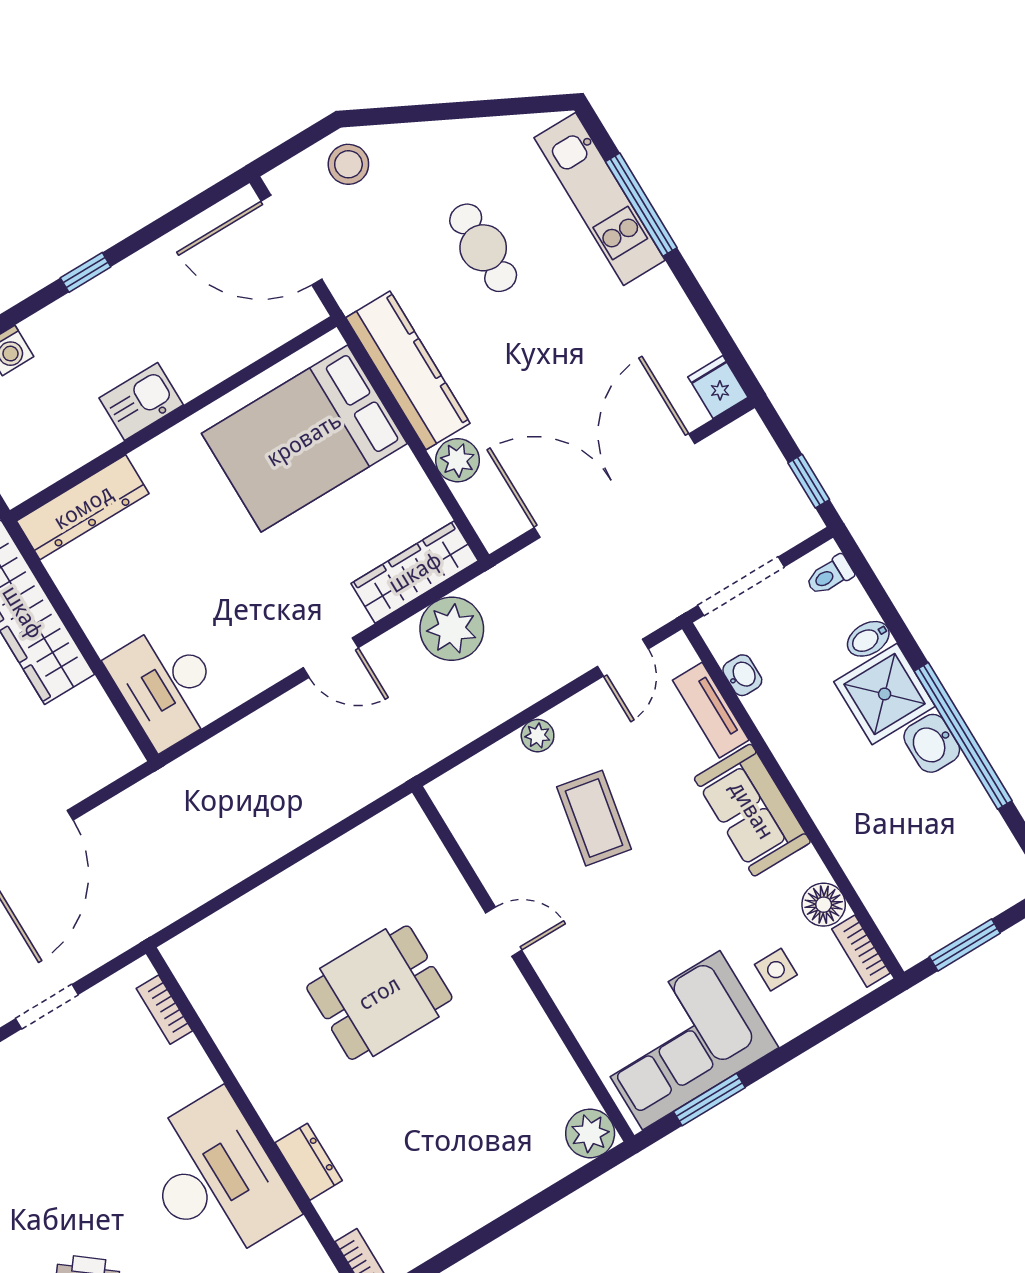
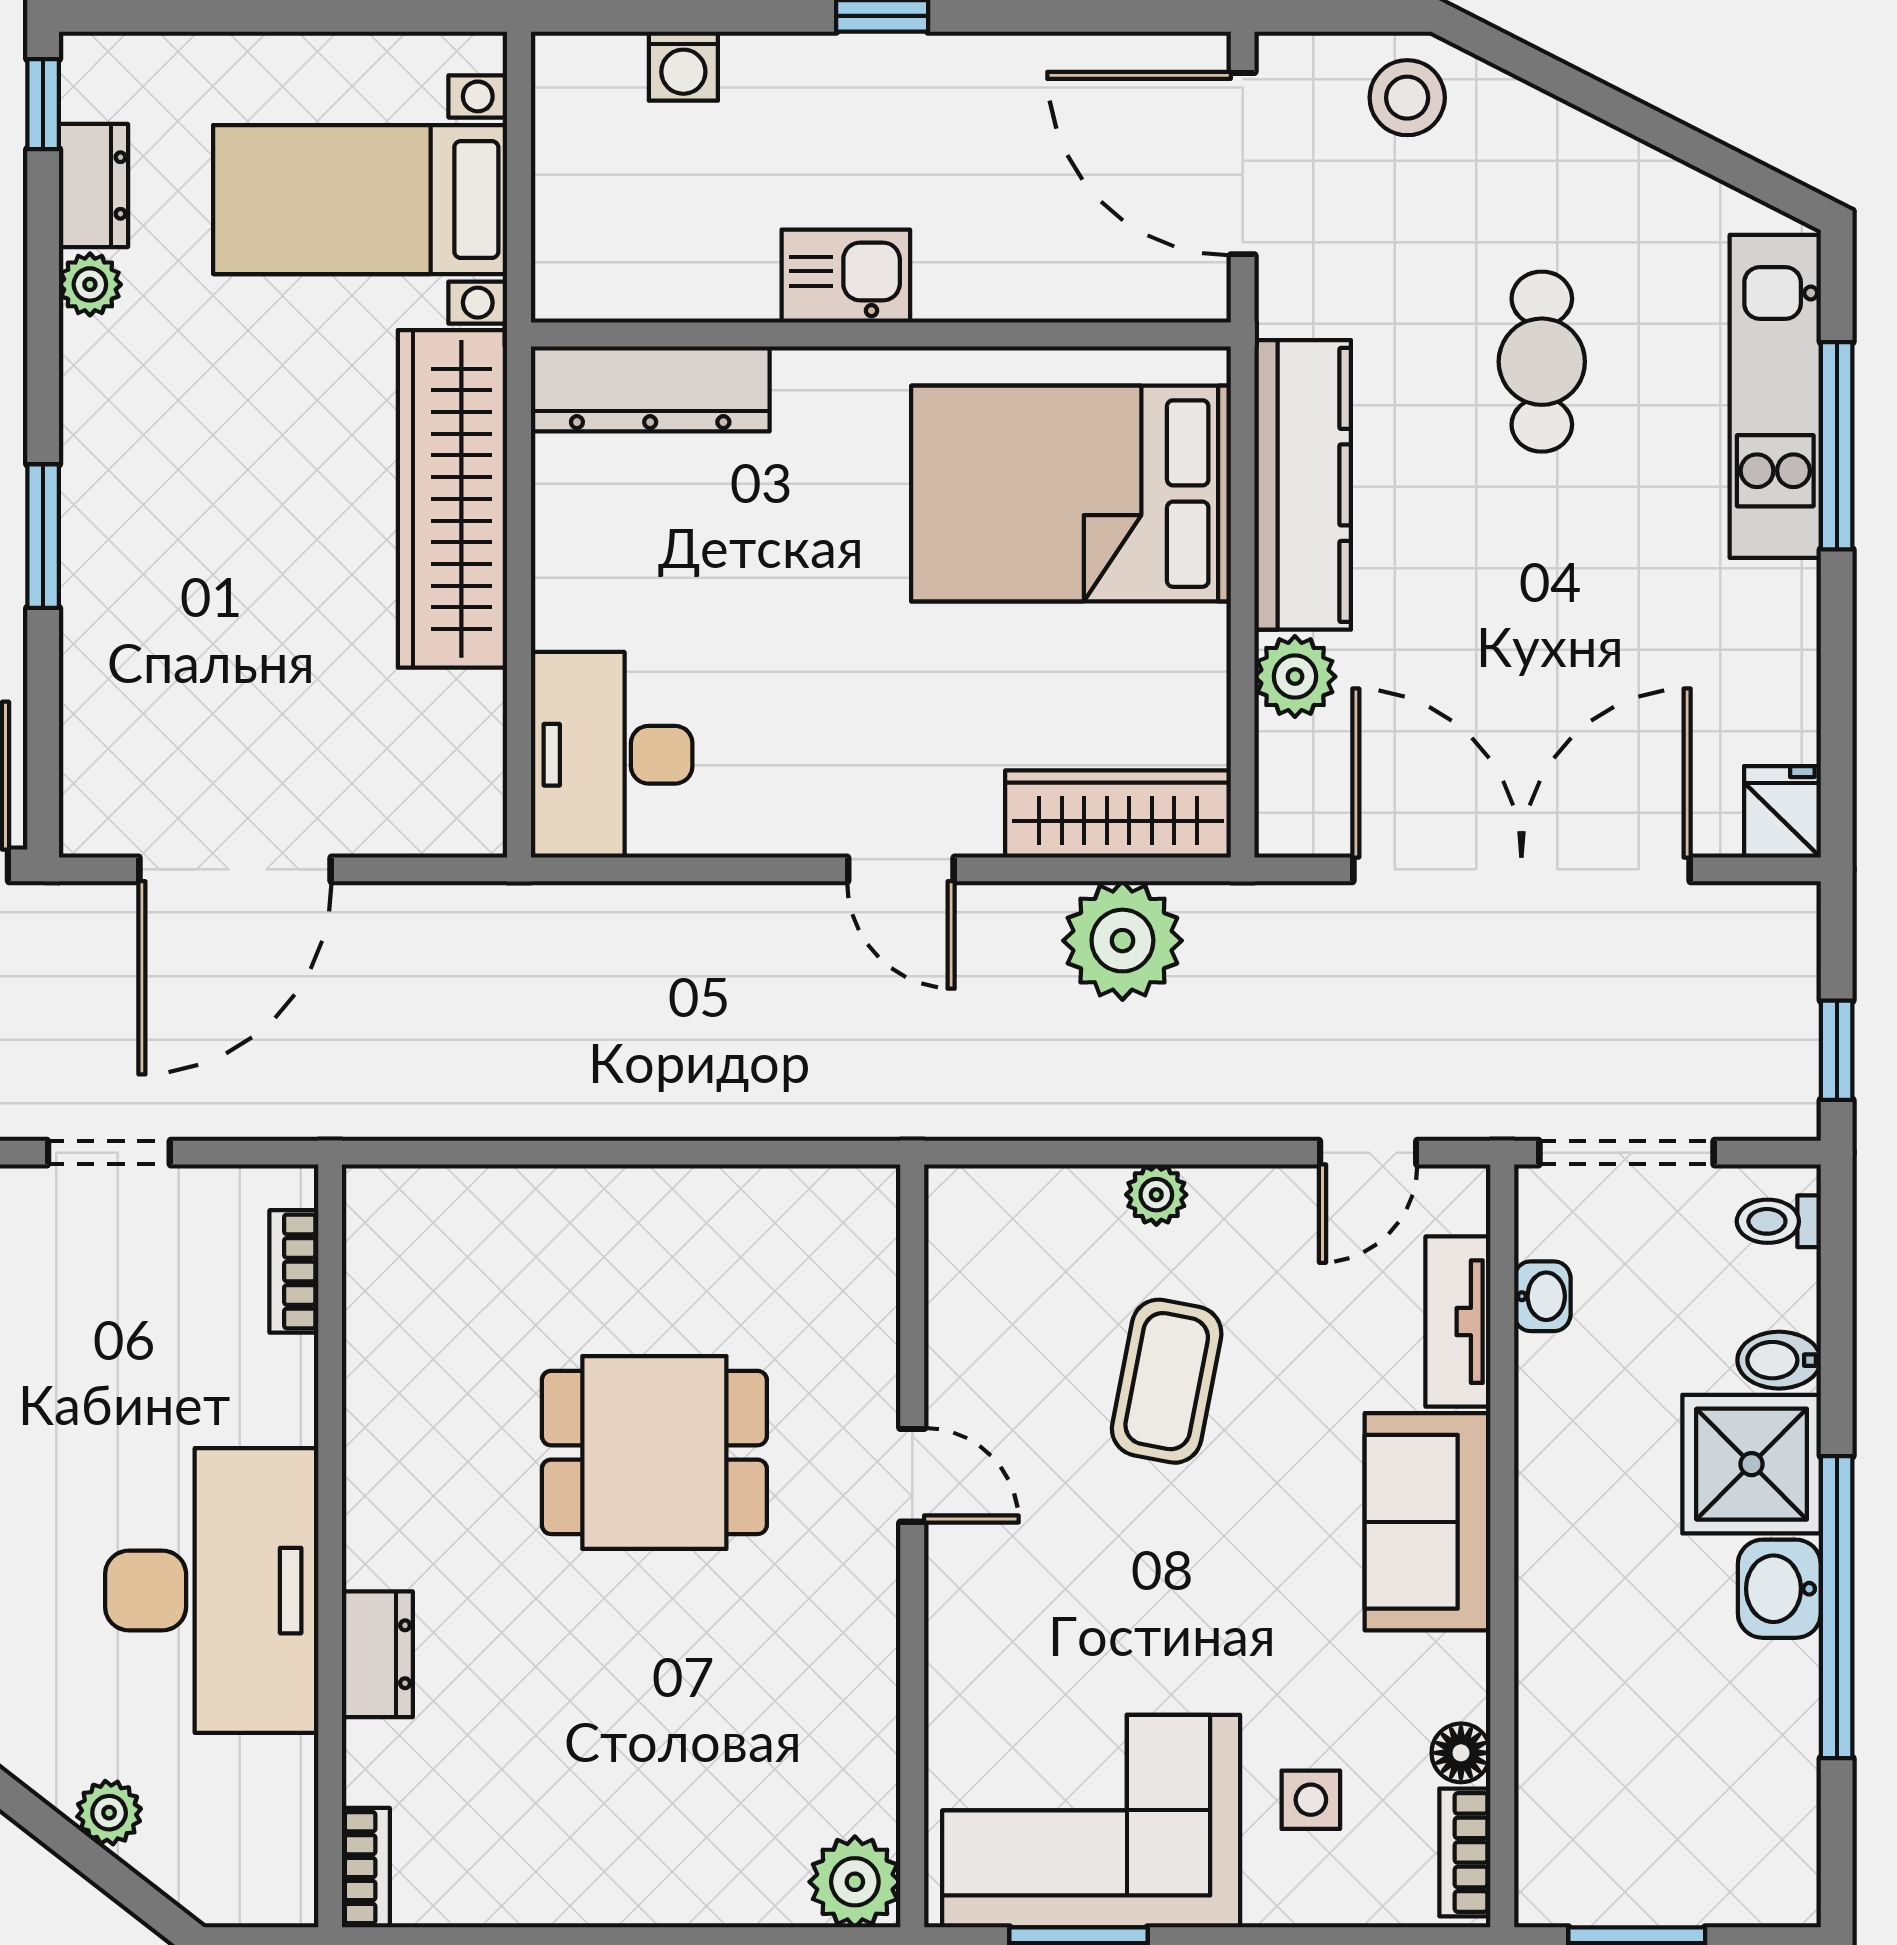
floor lamp: (824, 905) -> (1461, 1753), width x0.73, depth x0.73

